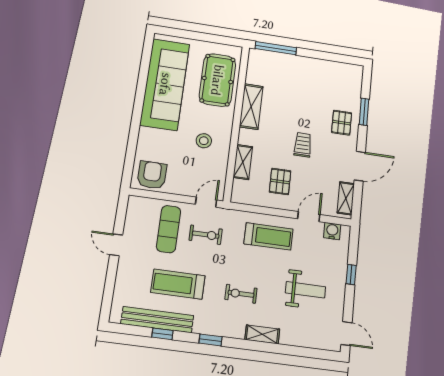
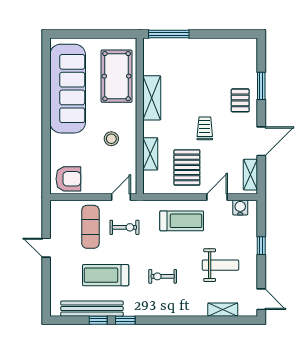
armchair: (152, 175) -> (68, 179), turned 90
pallet: (280, 181) -> (187, 167), width x1.50, depth x1.42
shelving: (262, 334) -> (223, 310), moved
window: (211, 340) -> (125, 320), moved

